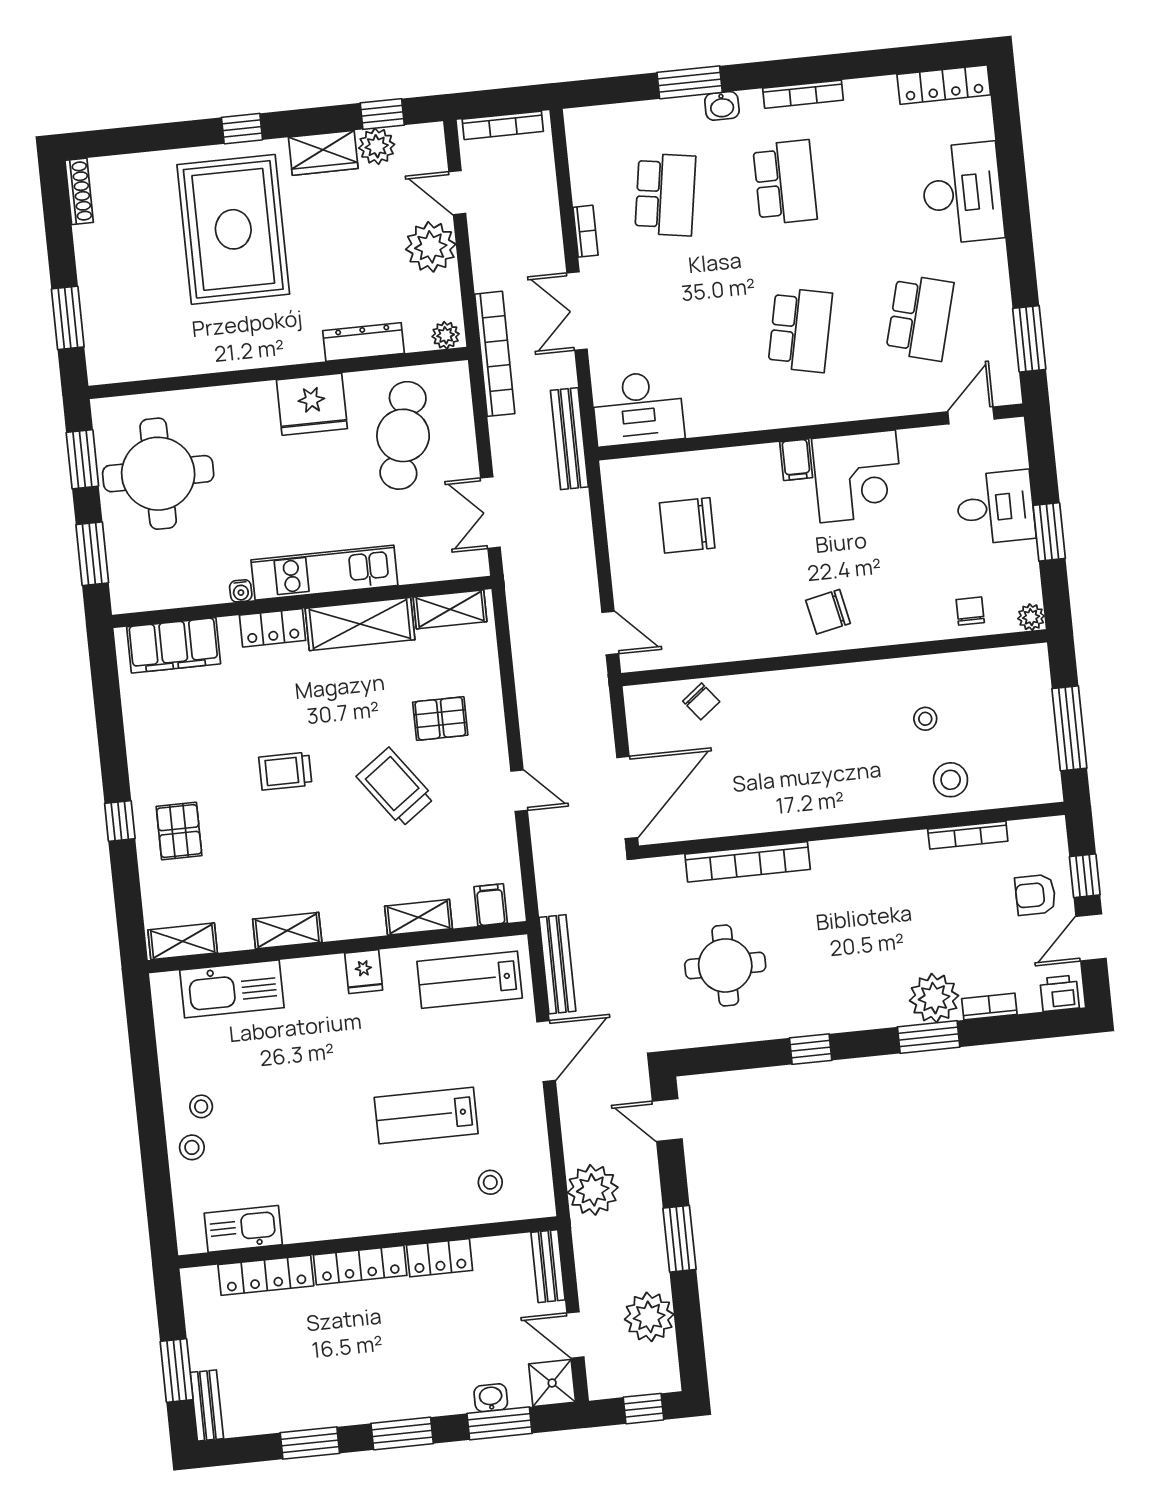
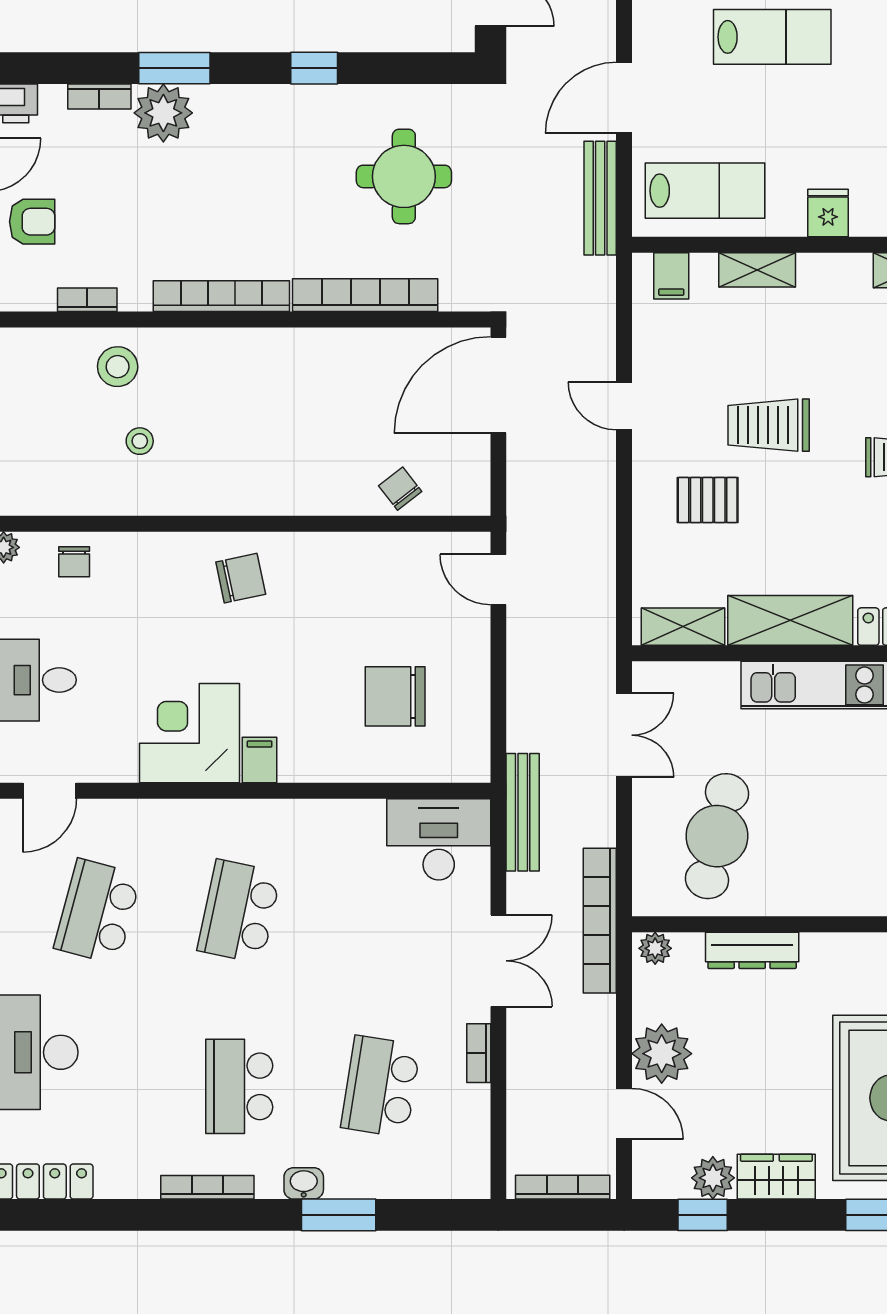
fridge: (312, 404) -> (820, 884), removed
chair: (687, 525) -> (395, 696), turned 180
trolley: (395, 787) -> (769, 425), turned 126
bookcase: (968, 835) -> (87, 300), width x0.64
bookcase: (869, 848) -> (221, 296), added

